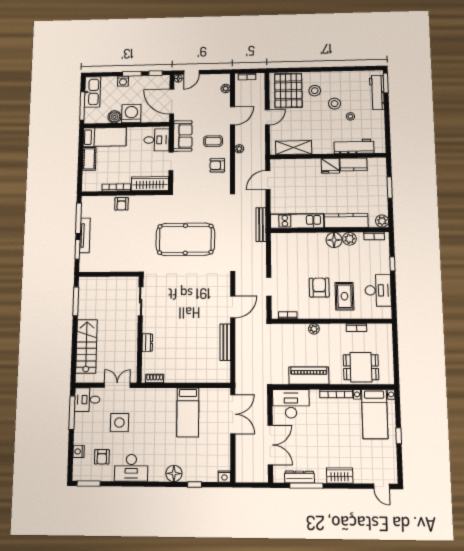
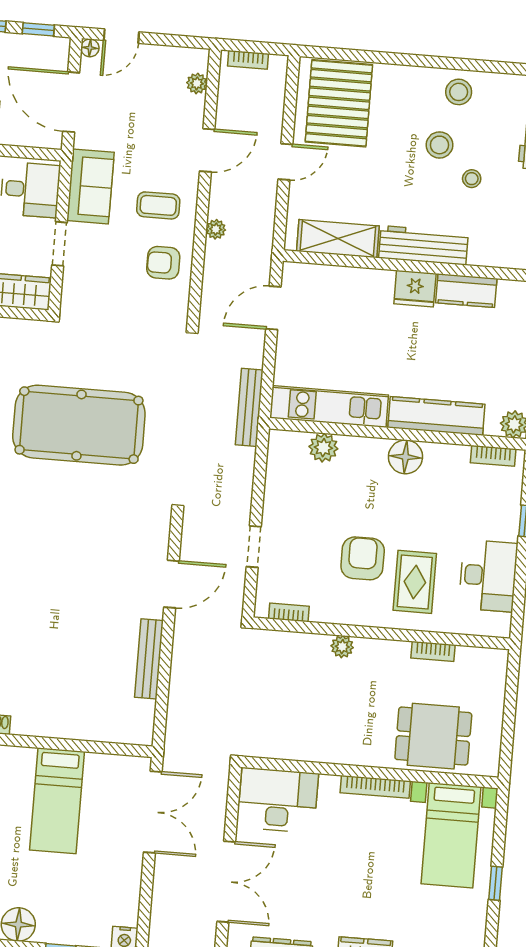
stool: (315, 91) -> (459, 92), moved
workbench: (354, 146) -> (424, 245), moved
plant: (349, 239) -> (323, 448), moved
piano: (309, 376) -> (321, 745), removed

